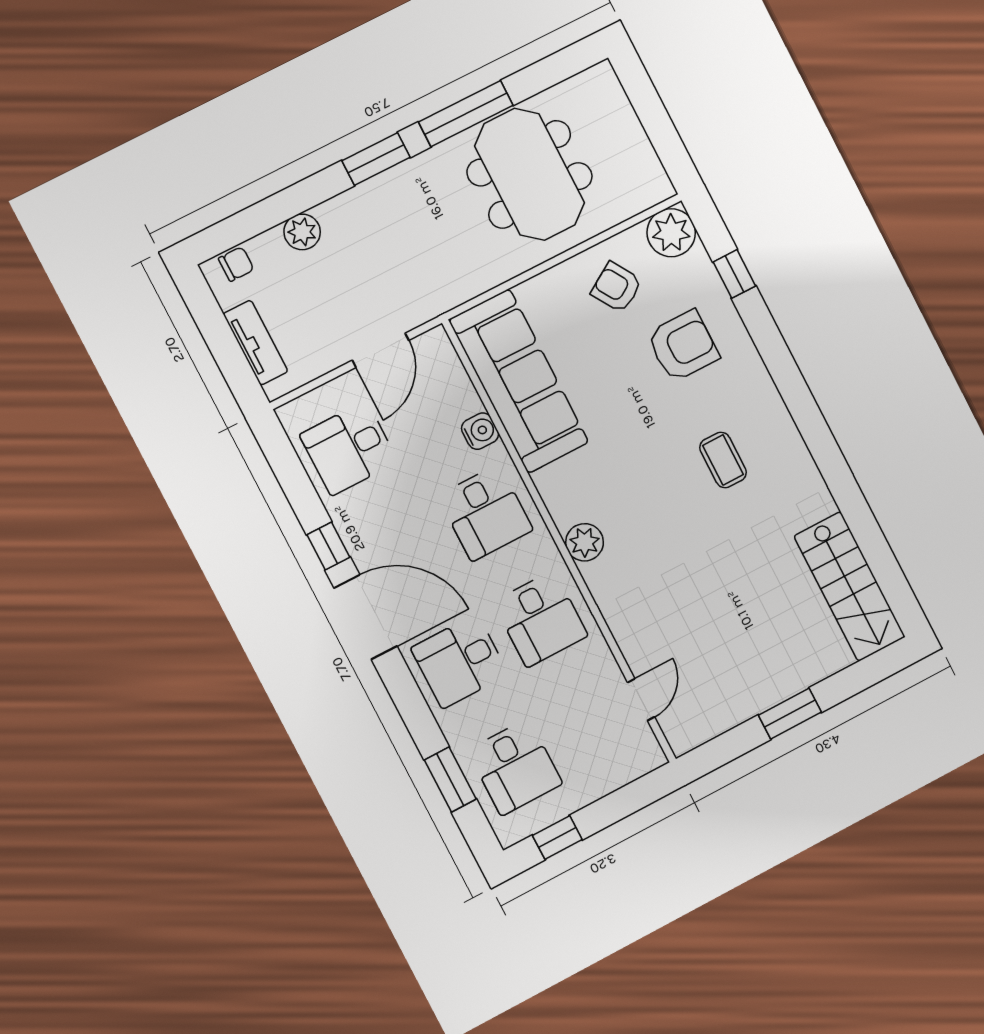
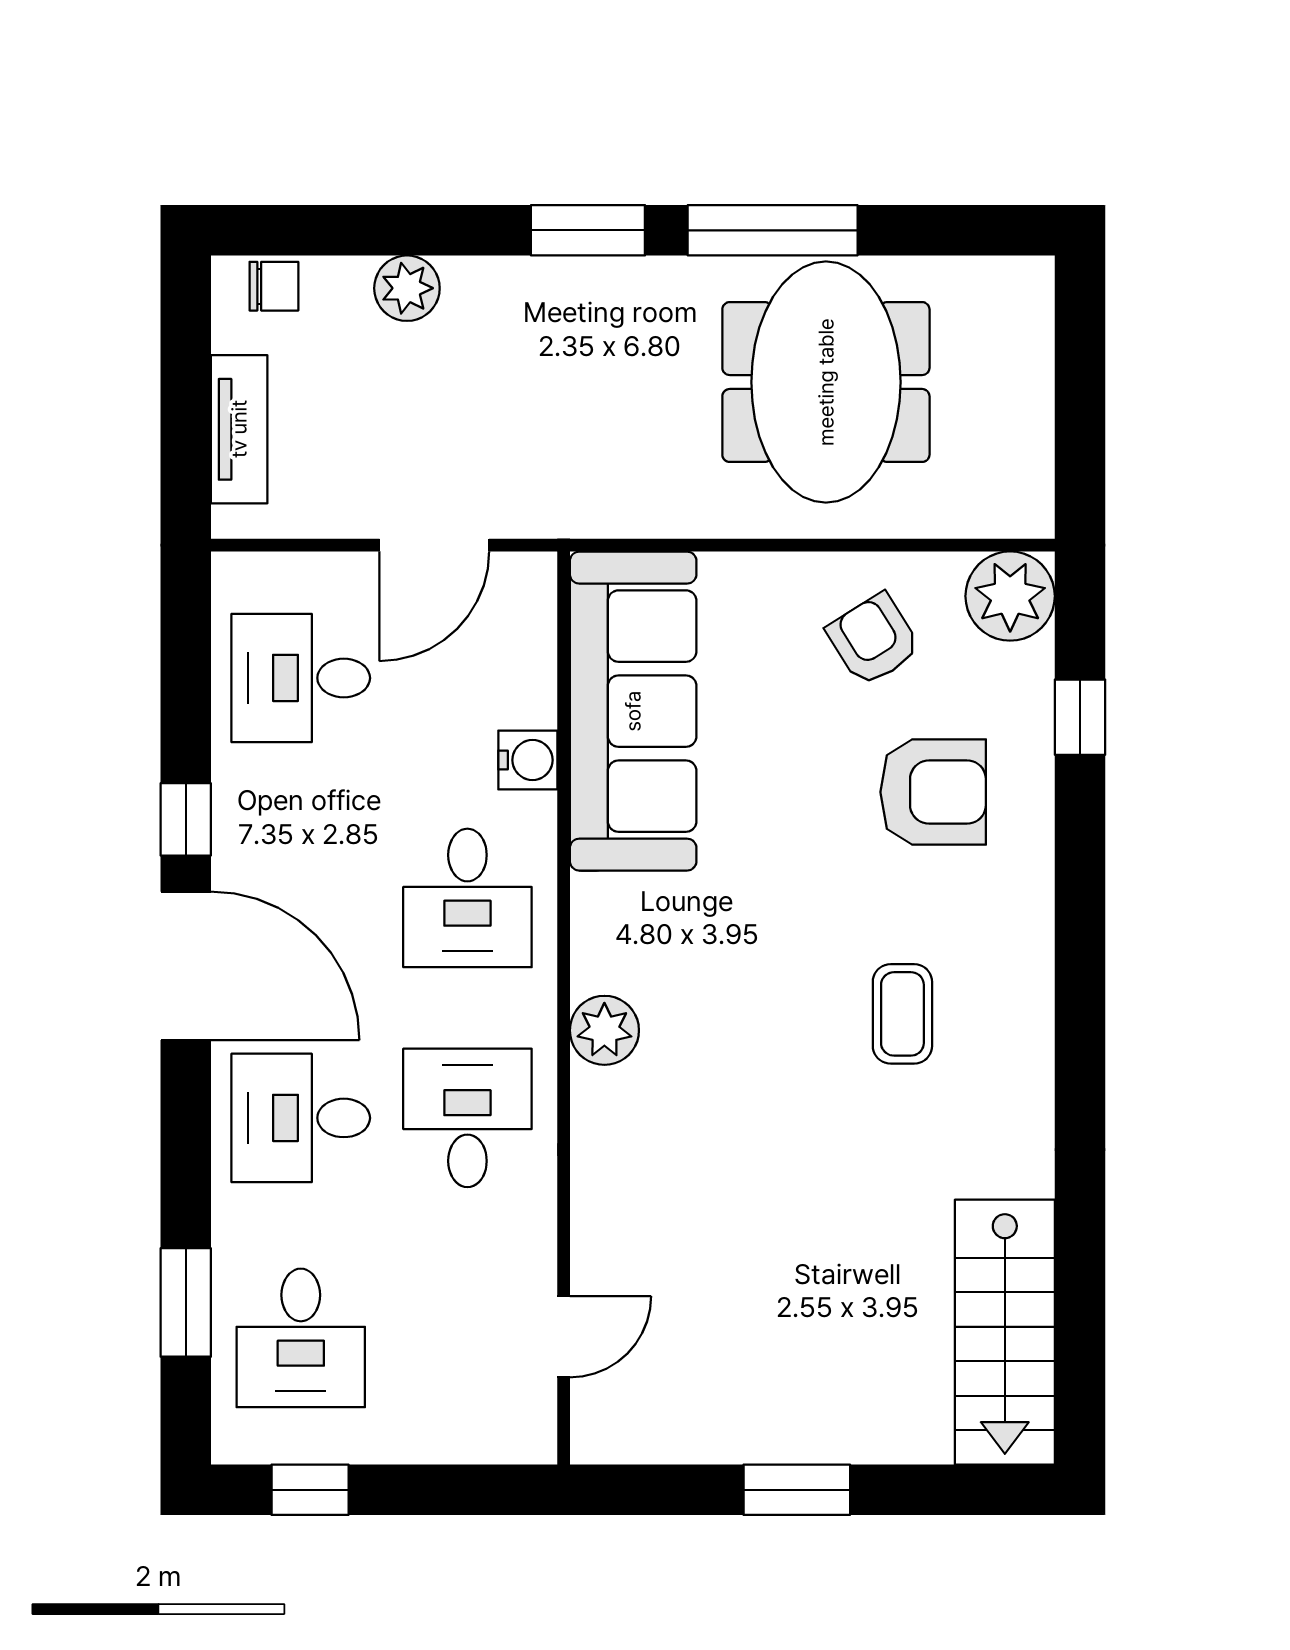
desk: (540, 619) -> (467, 1118), turned 180

